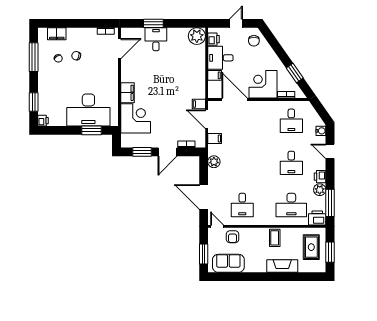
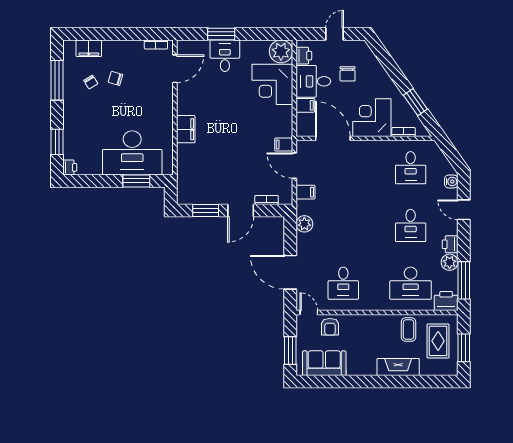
chair: (254, 41) -> (348, 74), moved
corner desk: (136, 118) -> (272, 84), moved, turned 180
coffee table: (275, 238) -> (409, 330), moved

